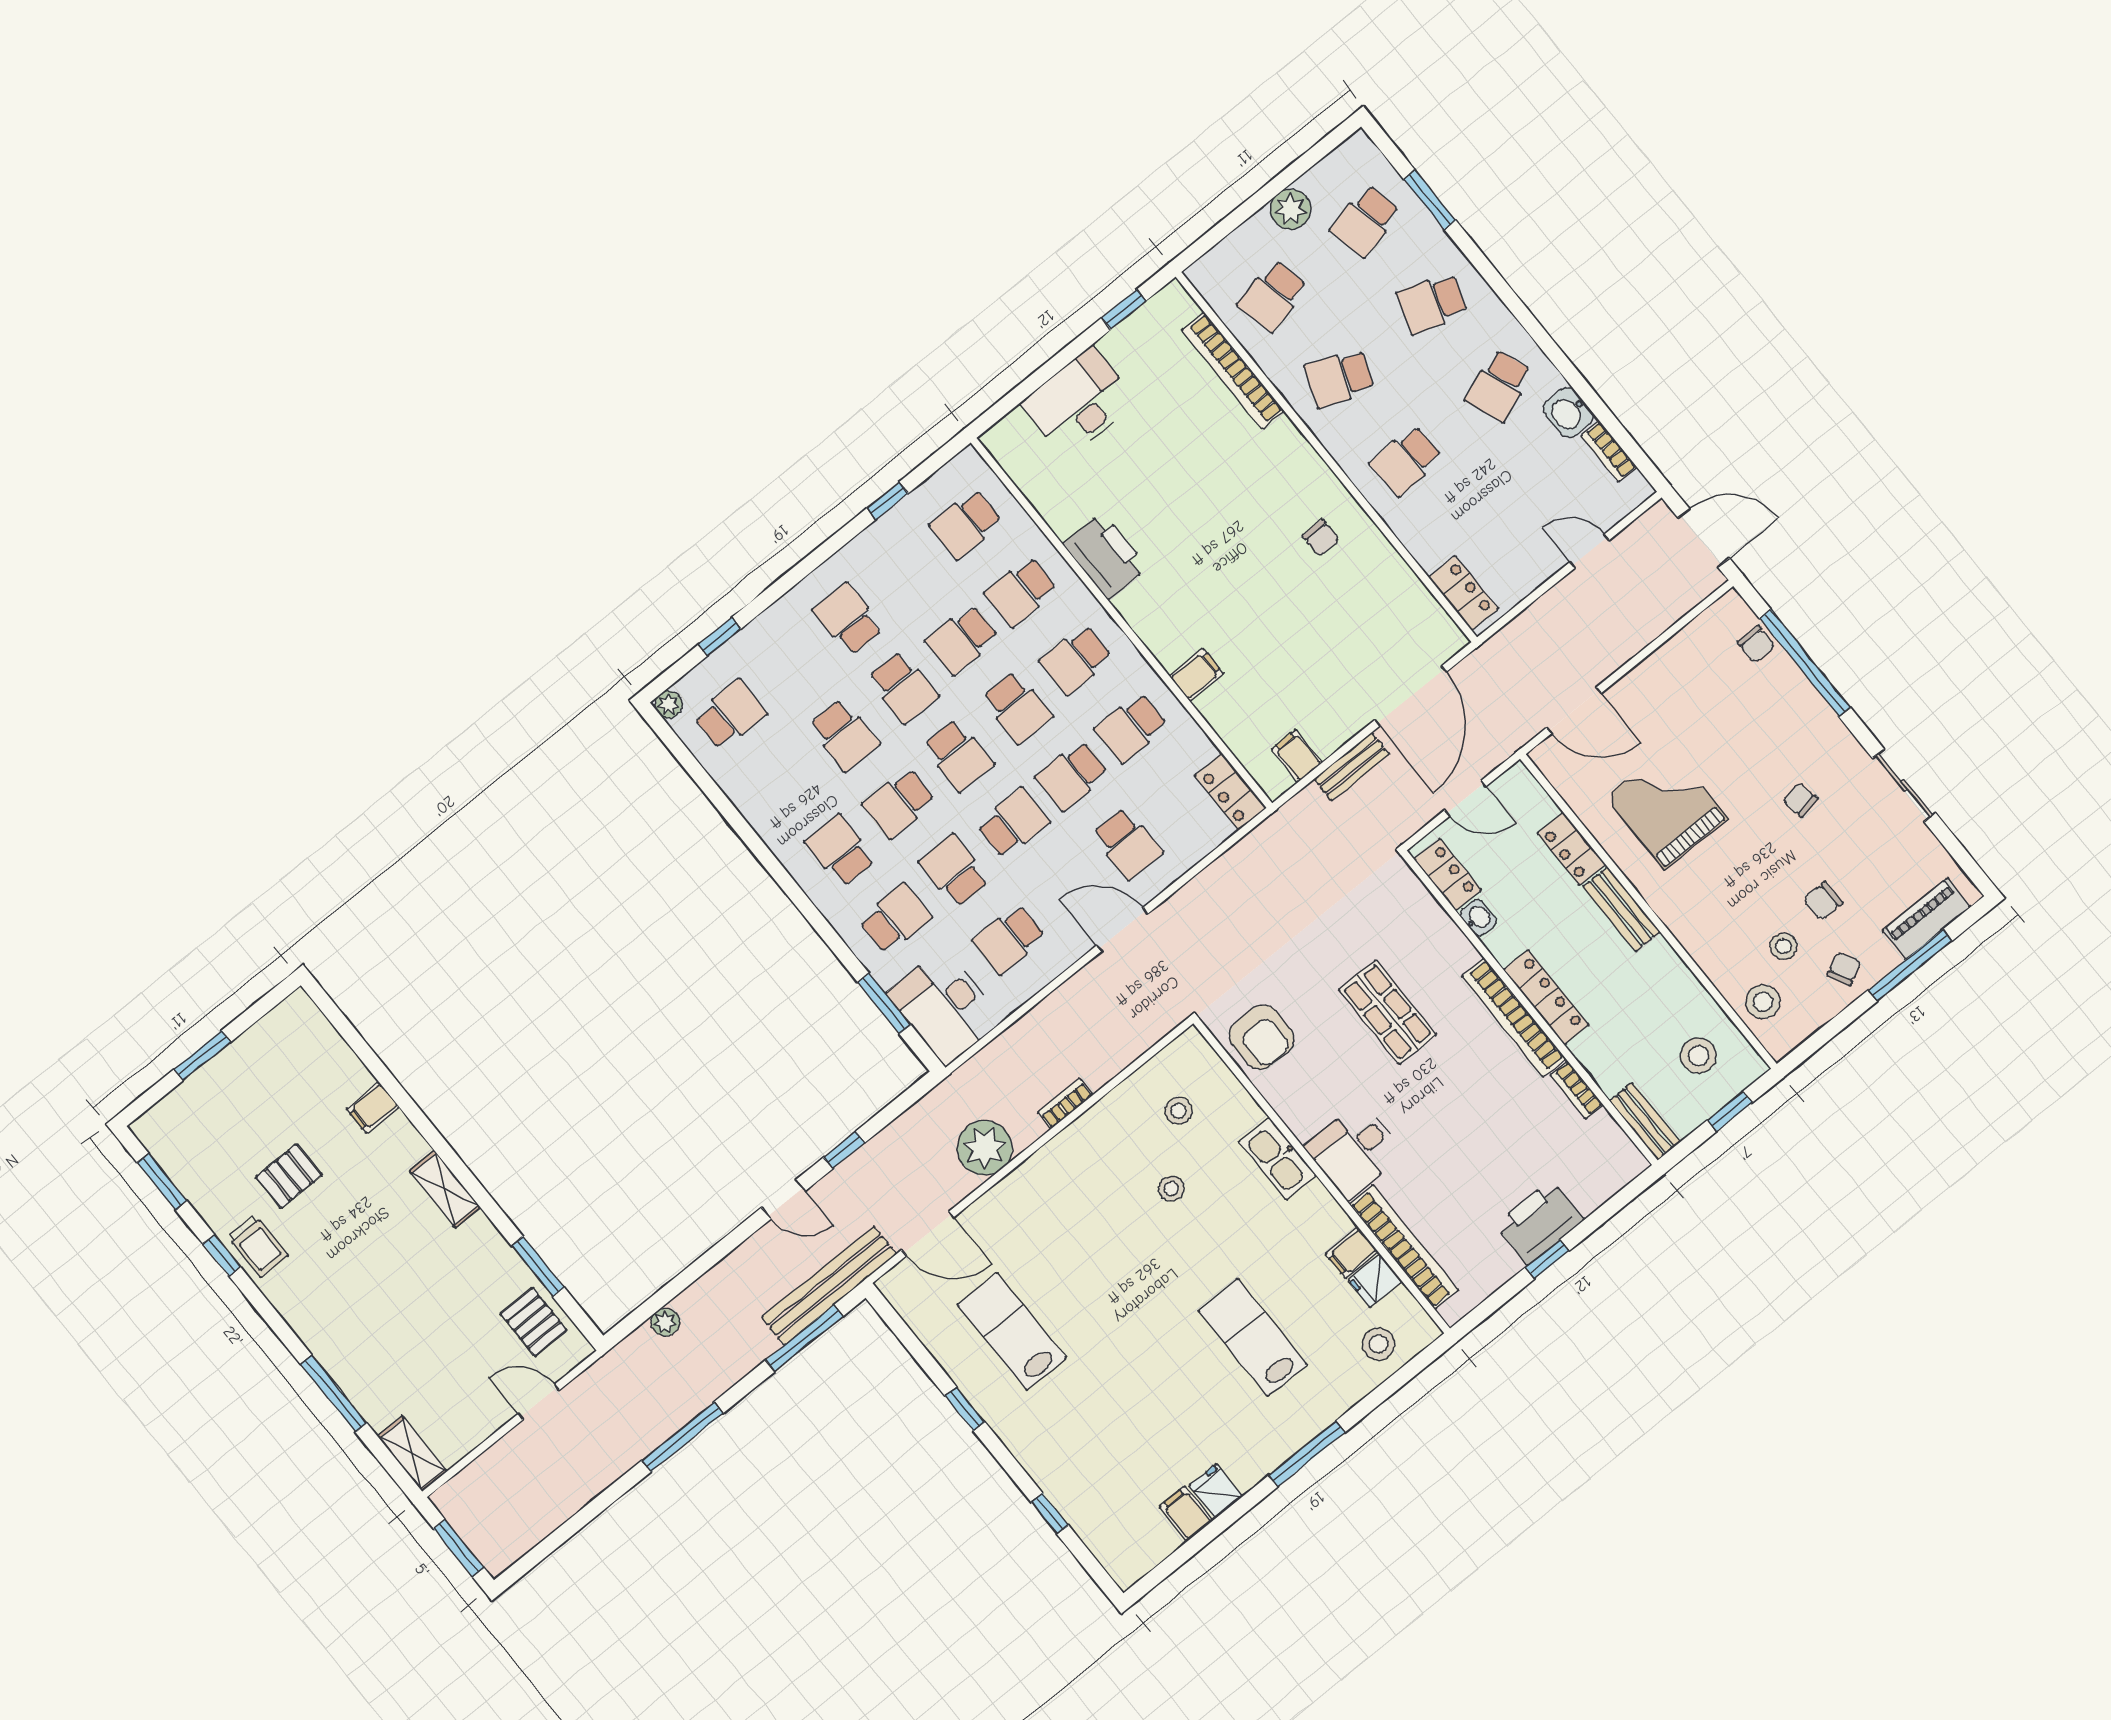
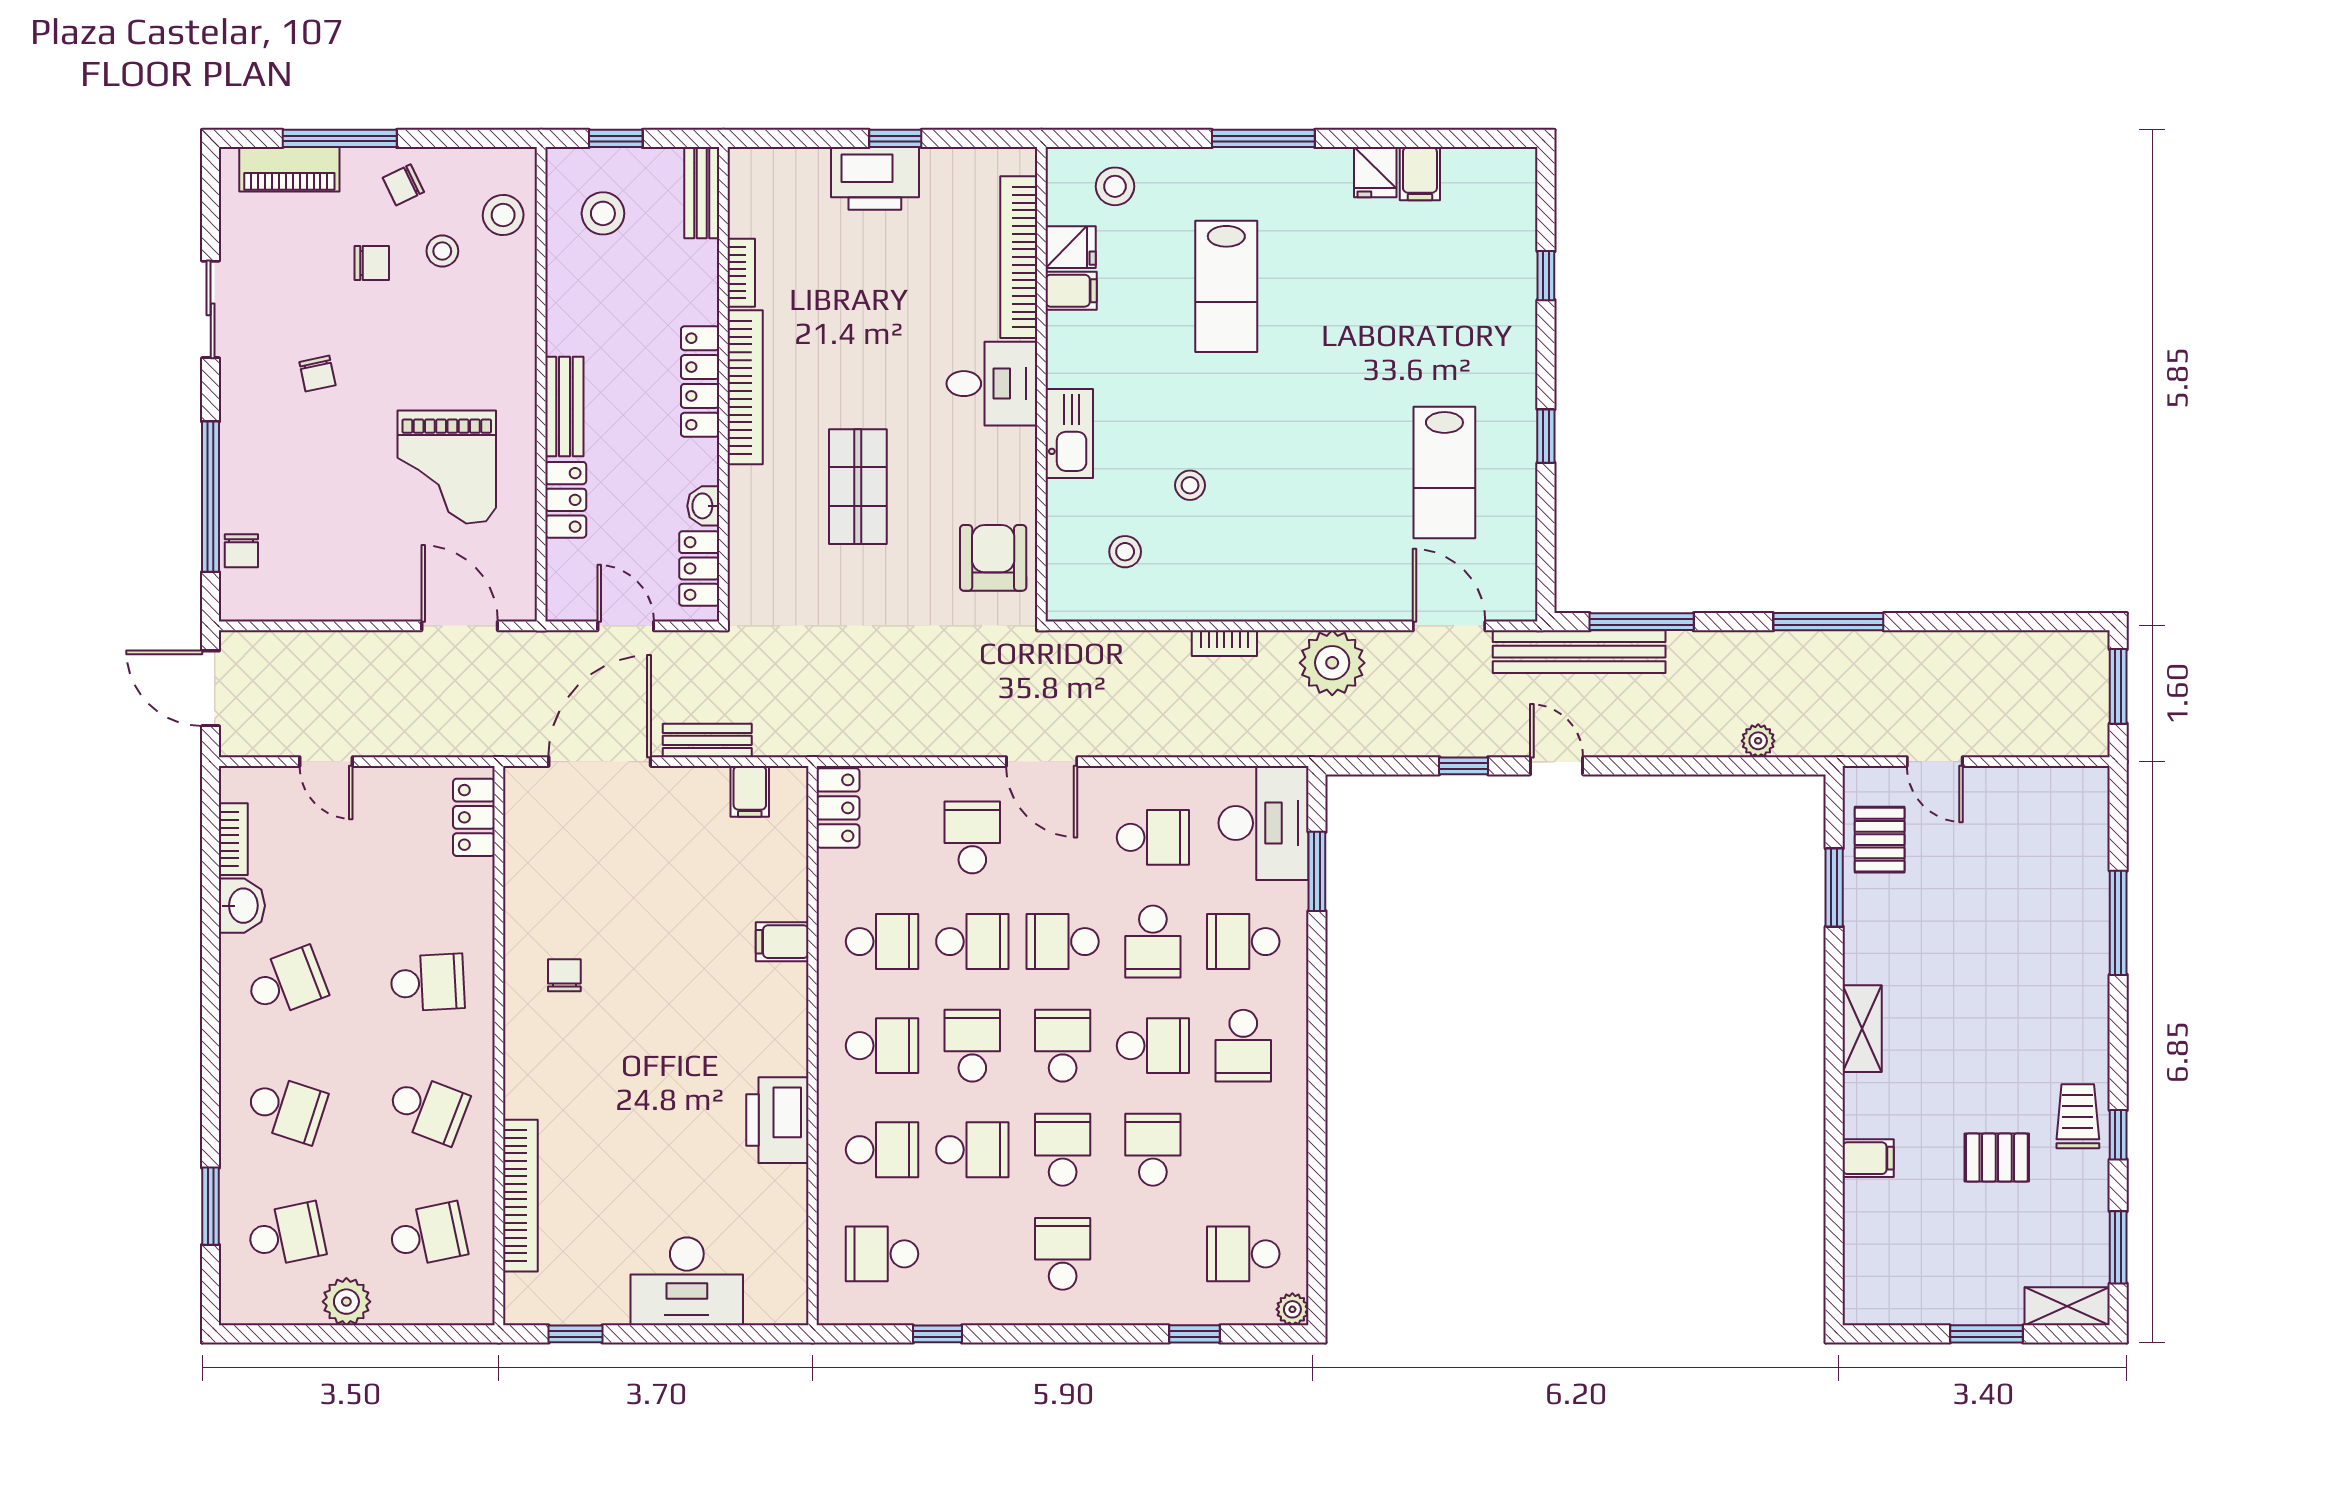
school desk: (966, 524) -> (882, 1254), turned 180
school desk: (848, 619) -> (1063, 1254), turned 180
chair: (1756, 644) -> (241, 551), turned 180
shelving: (412, 1454) -> (2067, 1306), moved, turned 90

